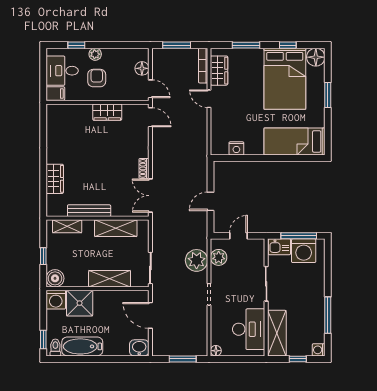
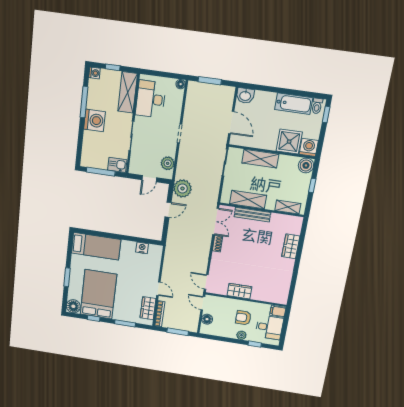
armchair: (97, 78) -> (243, 318), turned 90
bench: (89, 211) -> (252, 215), moved
washing machine: (304, 251) -> (94, 120), moved, turned 90
plant: (197, 260) -> (182, 188), moved

